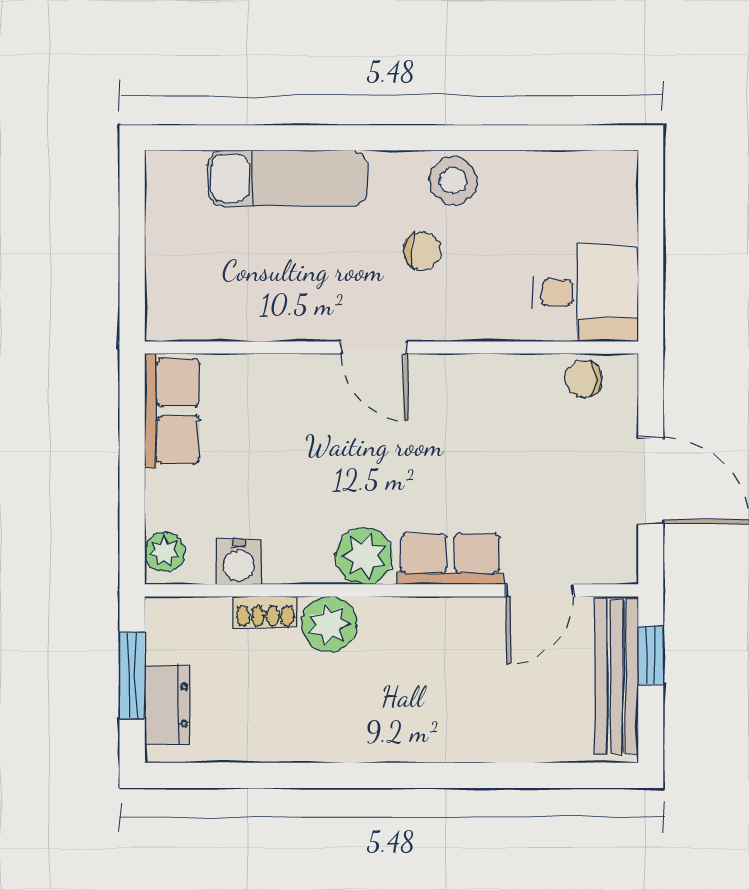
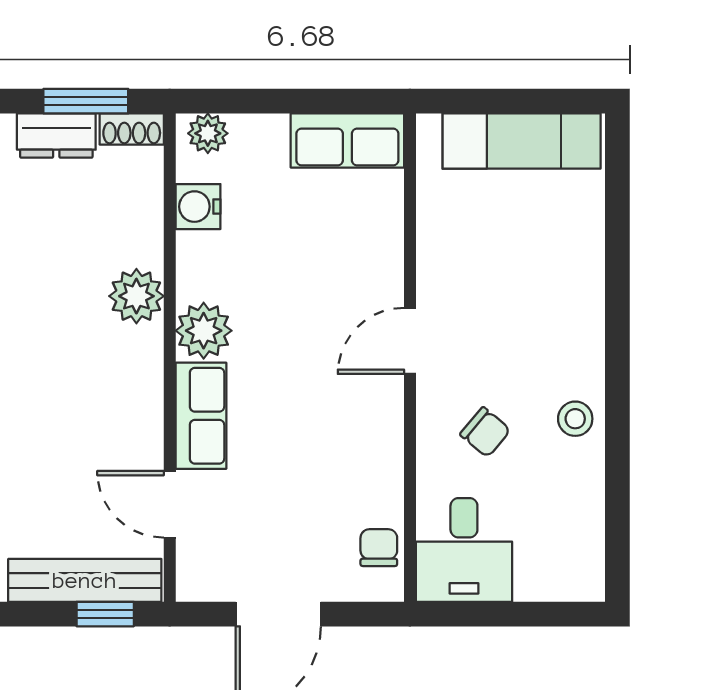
exam couch: (288, 178) -> (522, 141), moved, turned -90
stool: (453, 180) -> (575, 419), width x0.73, depth x0.73
chair: (422, 251) -> (485, 432), moved, turned -50
shoe rack: (265, 612) -> (132, 129), moved, turned -90

